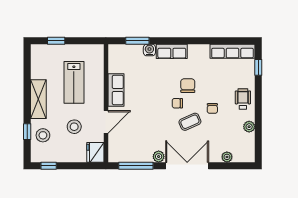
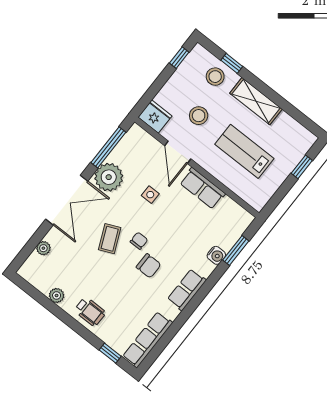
row of seats: (172, 51) -> (187, 290), moved
chair: (212, 108) -> (105, 272), removed
side table: (144, 118) -> (150, 195), added
plant: (159, 157) -> (109, 177), width x1.87, depth x1.87

